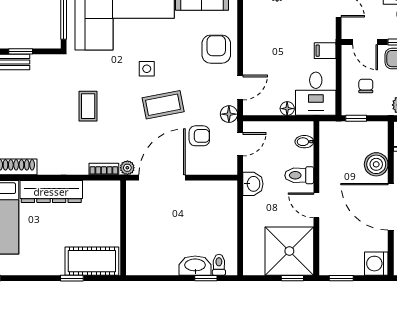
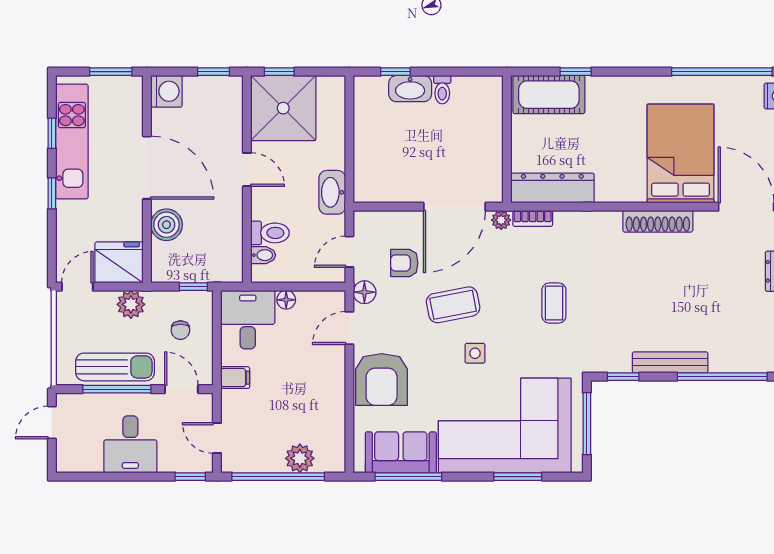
armchair: (216, 49) -> (382, 379), width x1.36, depth x1.36
window: (21, 51) -> (623, 377), moved
toilet: (299, 175) -> (270, 233), moved
washbasin: (253, 184) -> (332, 192), width x1.38
dresser: (51, 192) -> (552, 188), moved
toilet: (219, 265) -> (442, 90), moved

